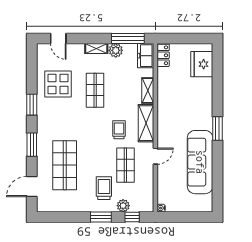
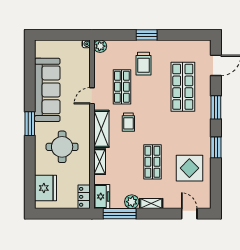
round table: (185, 105) -> (62, 147), added
plant: (123, 206) -> (100, 46), moved
window: (132, 217) -> (115, 35), removed

